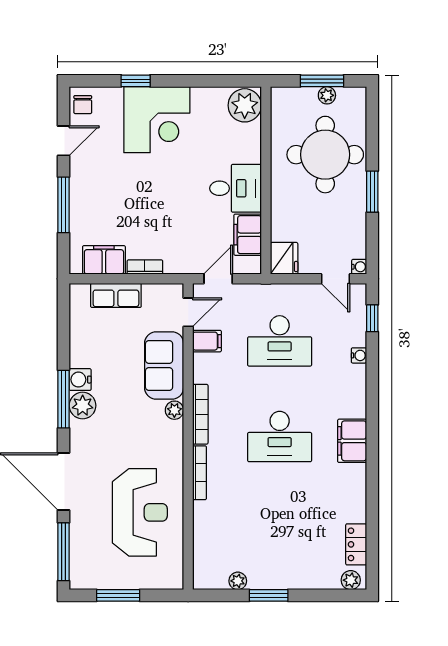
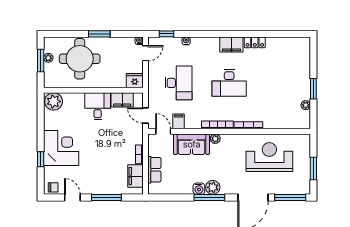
desk: (280, 437) -> (229, 83), turned 90
locker: (356, 544) -> (255, 42), moved
plant: (351, 580) -> (305, 45), removed

